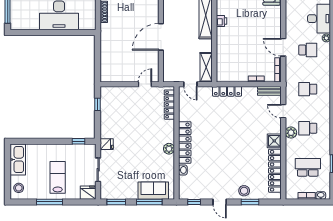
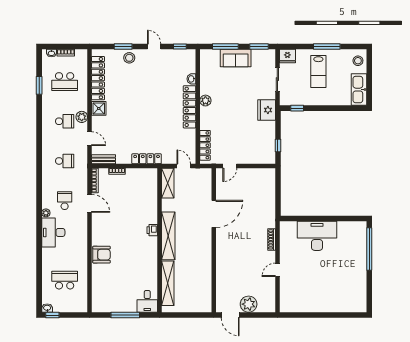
school desk: (308, 50) -> (65, 201), turned 90
fridge: (107, 144) -> (267, 110), width x1.88, depth x1.34
sofa: (153, 191) -> (236, 58), moved

